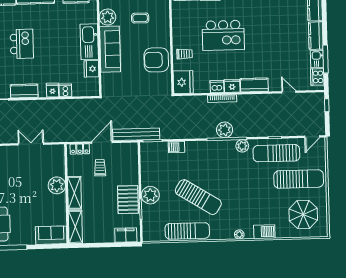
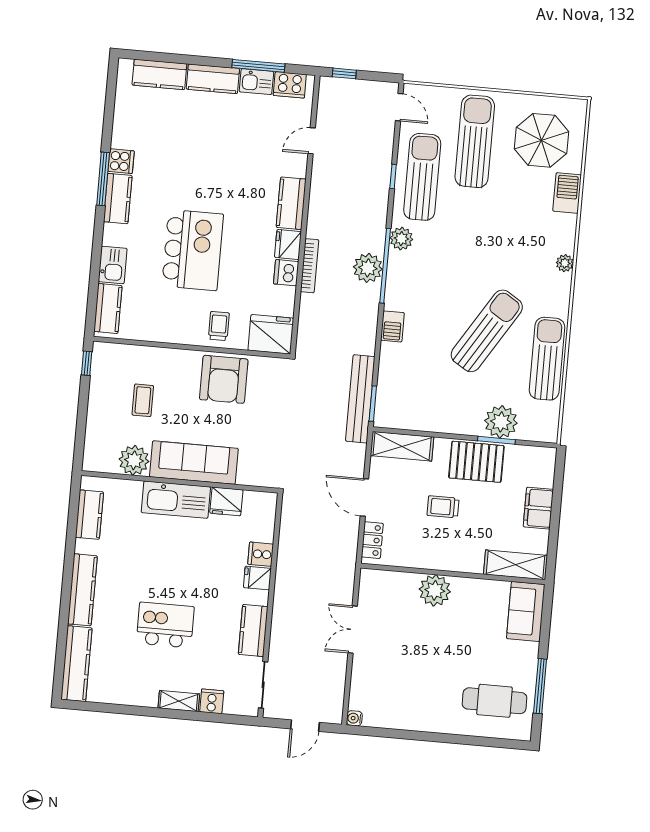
bench: (136, 134) -> (360, 399), moved
barbecue: (177, 147) -> (392, 326), moved
sun lounger: (276, 153) -> (422, 177), turned 180
trolley: (100, 168) -> (443, 507), moved
shelving: (74, 193) -> (402, 446), moved
plant: (150, 195) -> (501, 422), moved
barbecue: (264, 232) -> (567, 193), moved
filing cabinet: (126, 235) -> (538, 508), moved

